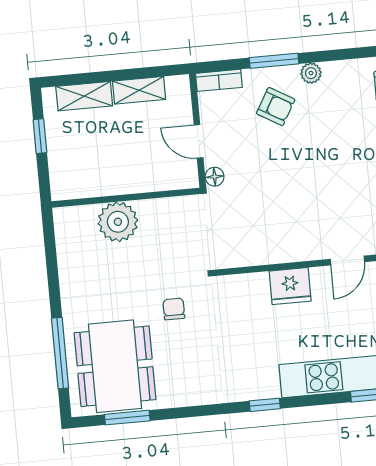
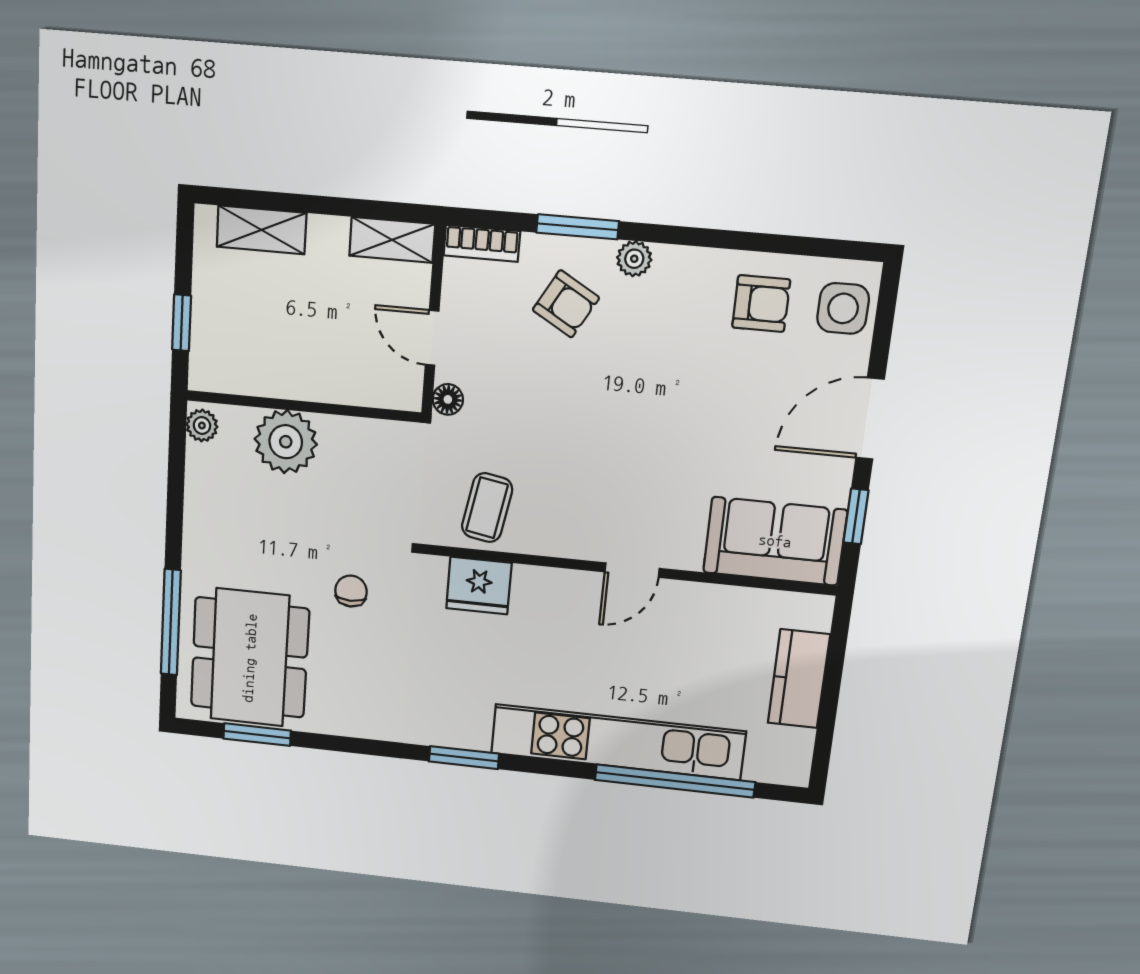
shelving: (139, 90) -> (392, 240), moved
window: (40, 136) -> (182, 323), moved
plant: (63, 222) -> (202, 425), added
coffee table: (251, 239) -> (487, 508), added
fridge: (290, 286) -> (479, 586), moved
window: (265, 405) -> (464, 758), width x1.50

